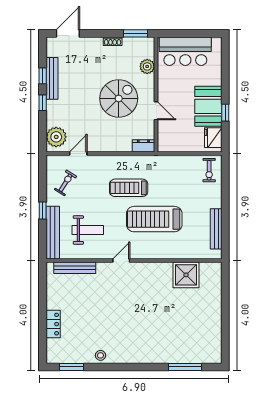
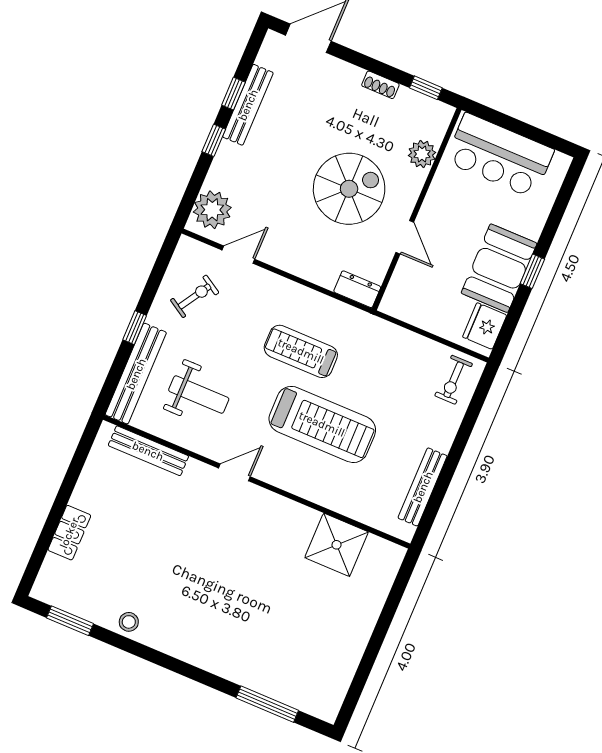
window: (135, 33) -> (426, 88), width x0.67
window: (225, 113) -> (532, 271), moved
treadmill: (154, 219) -> (322, 424), turned 180

